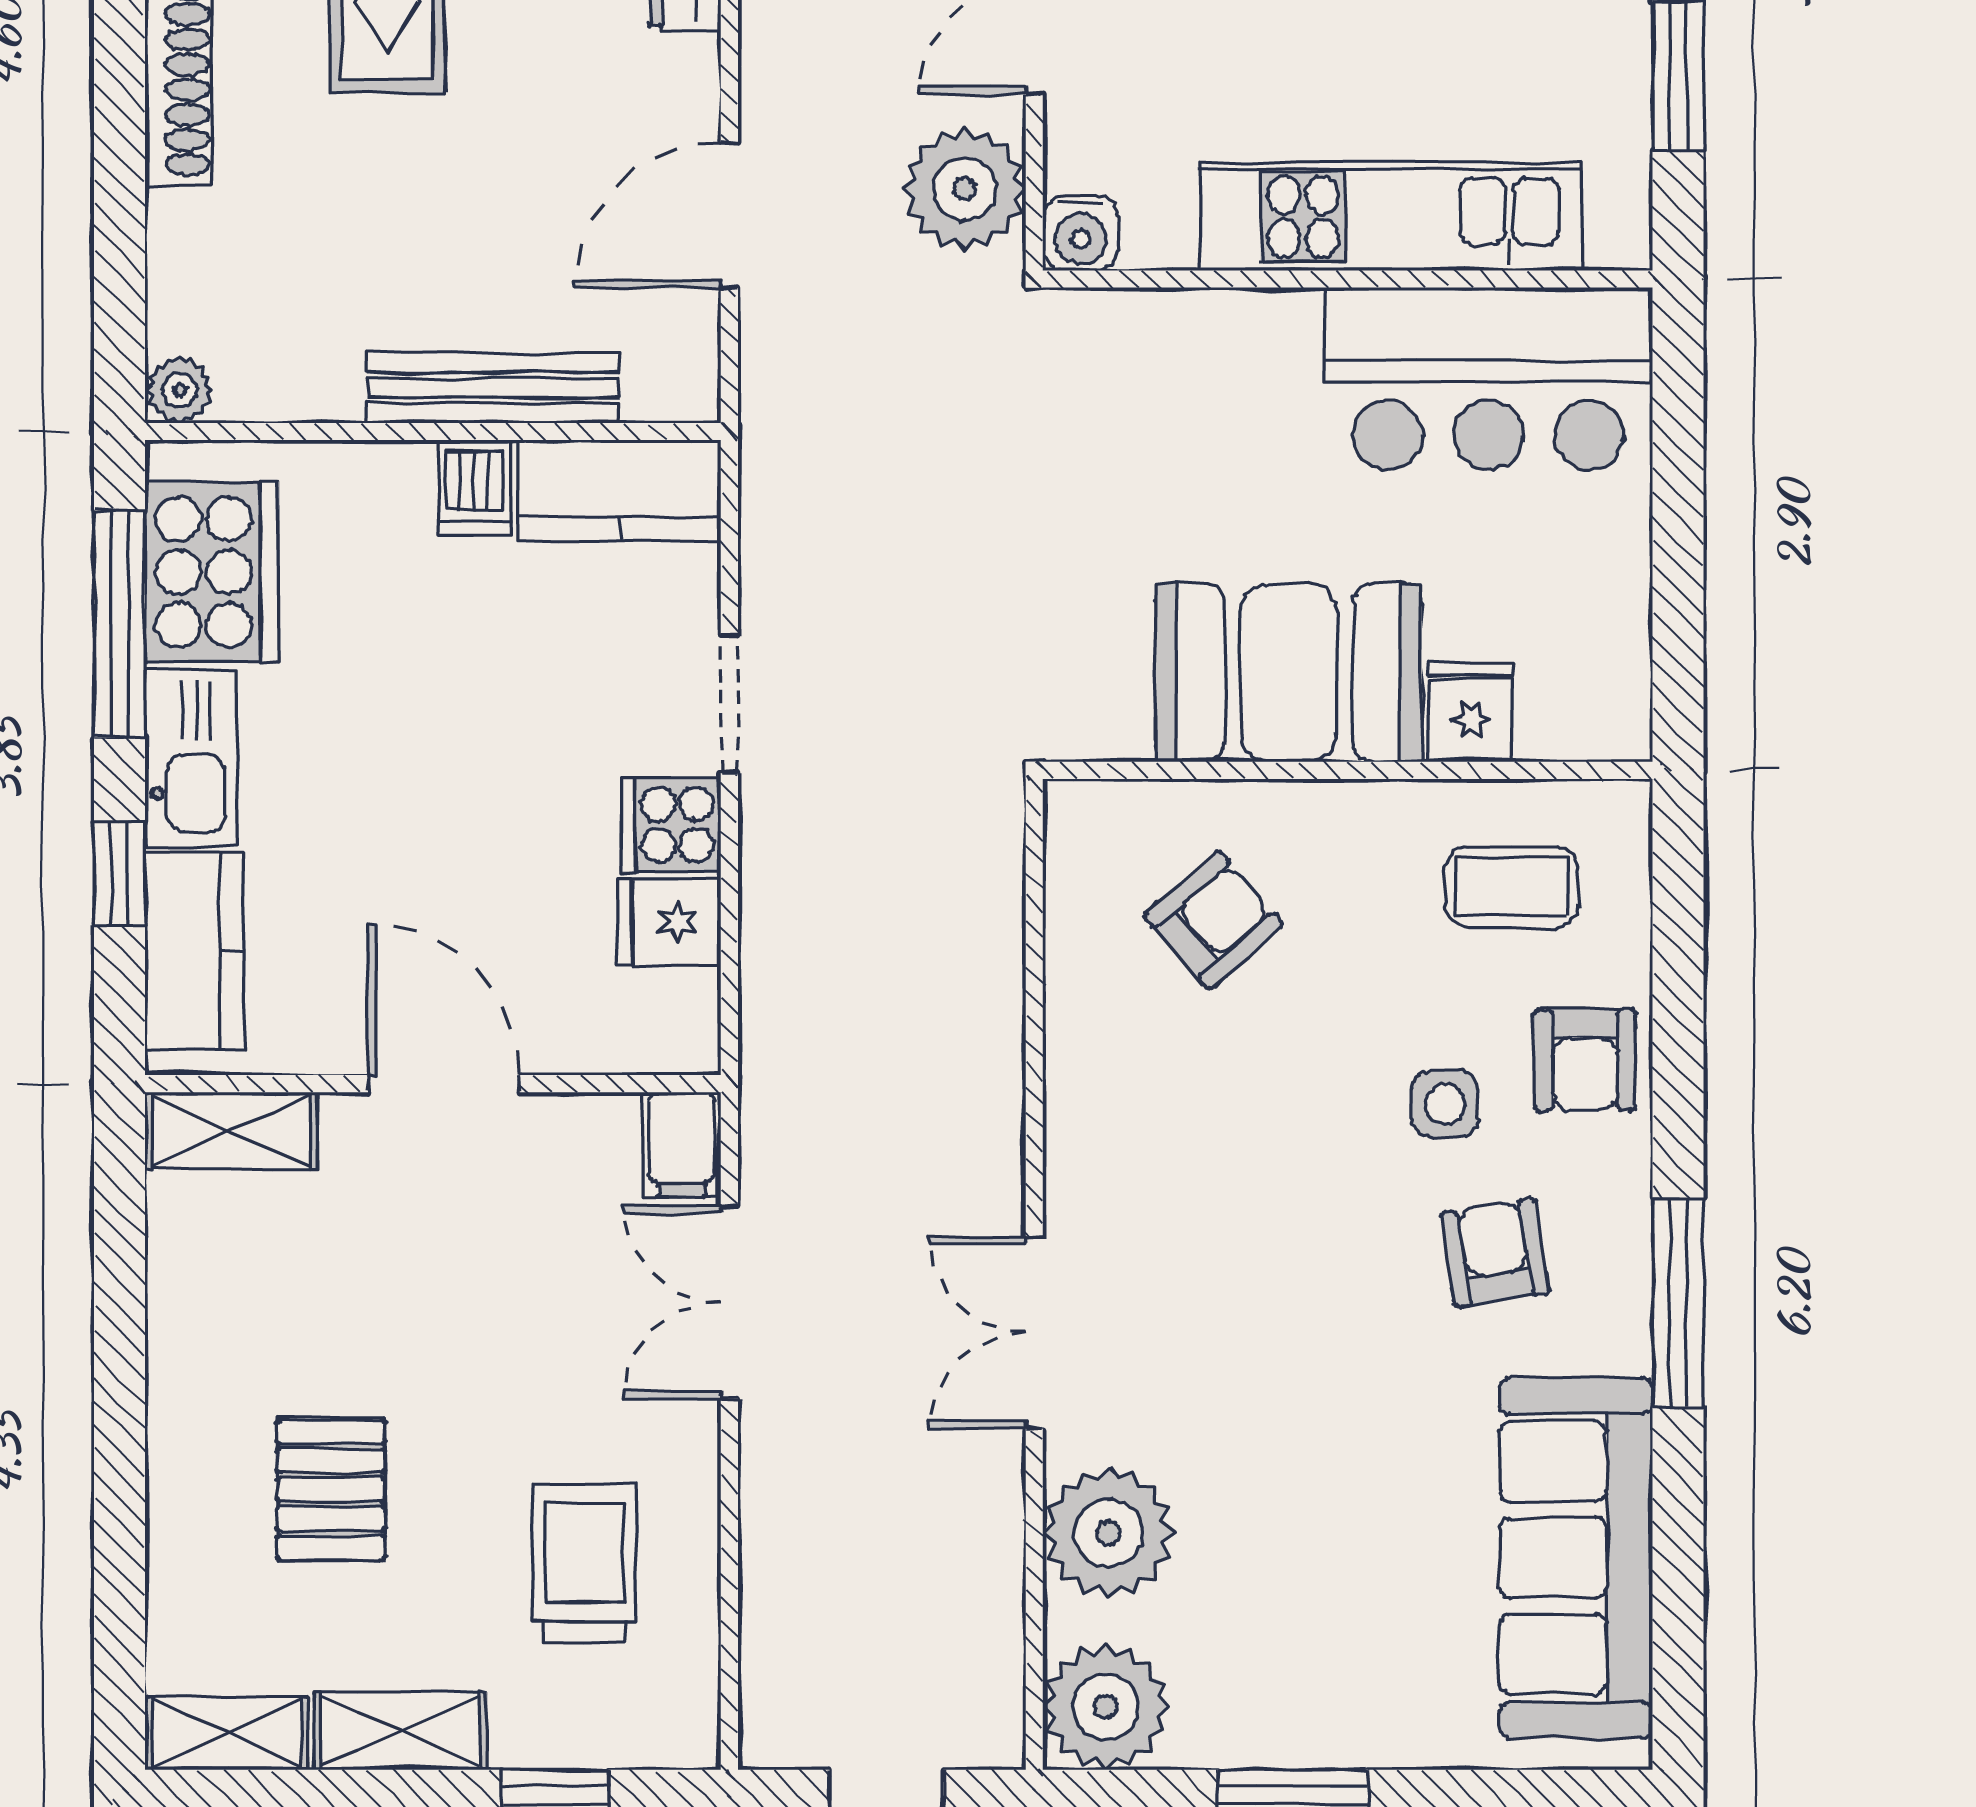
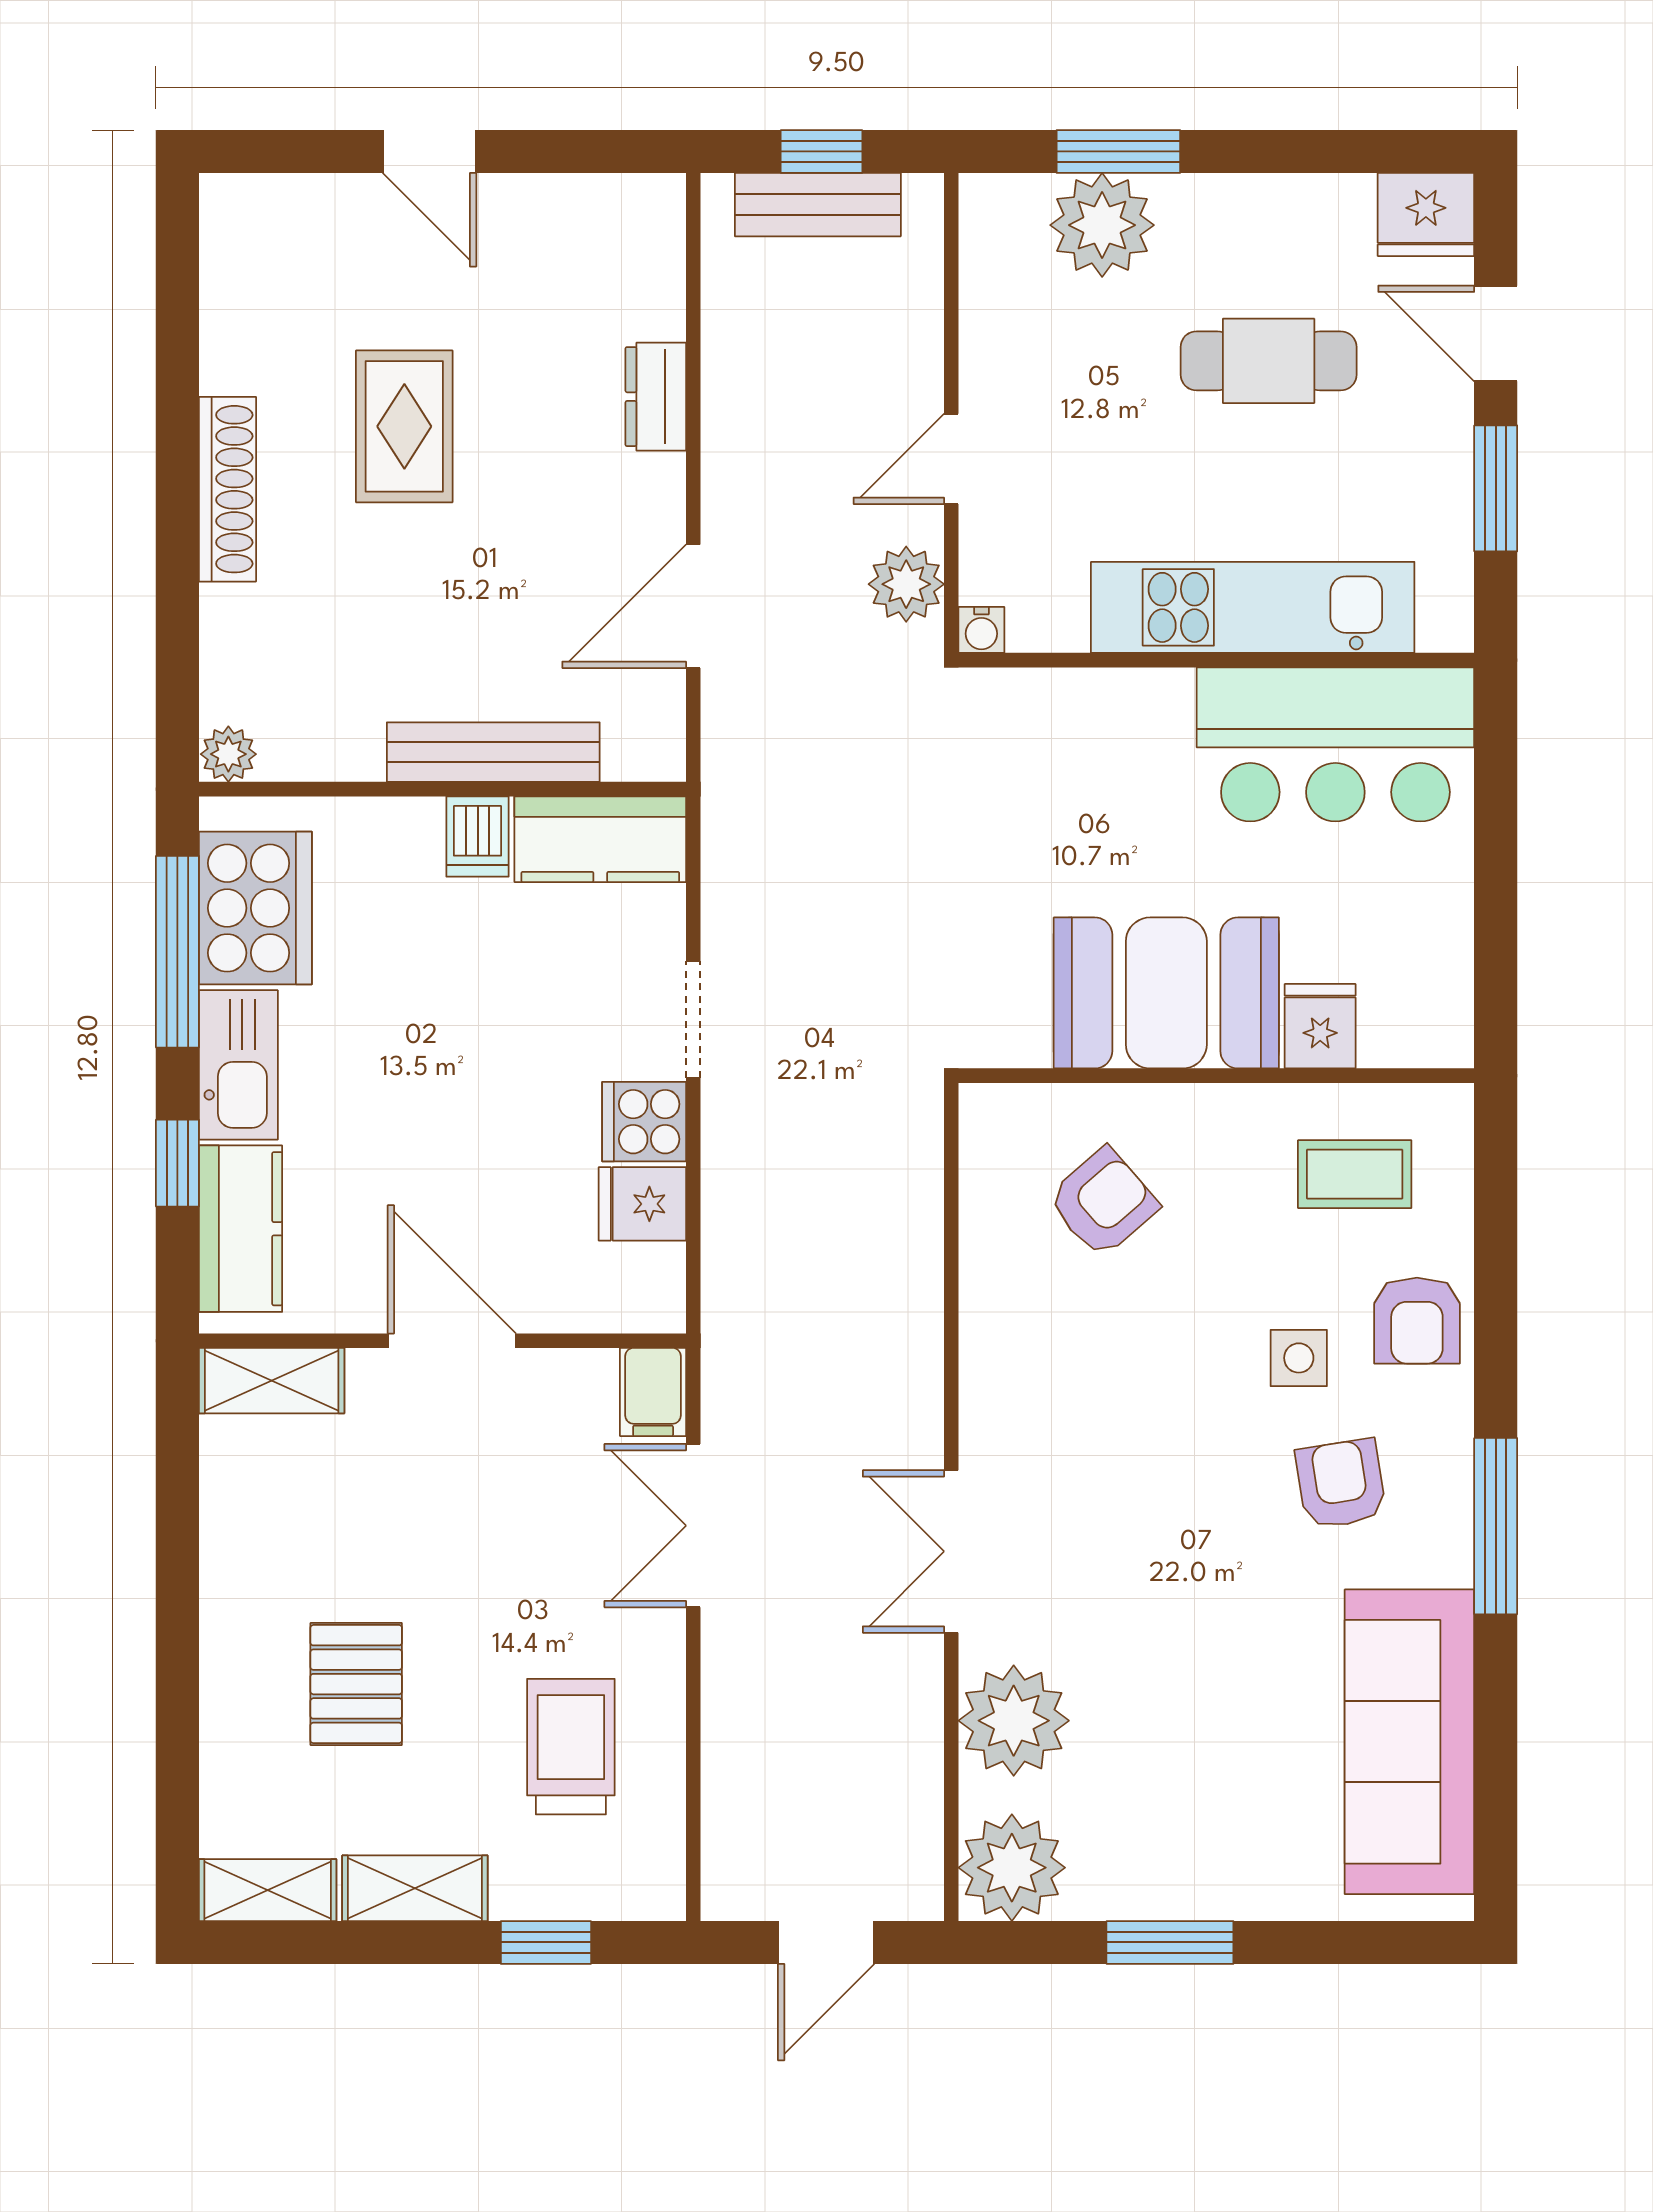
plant: (965, 189) -> (906, 584), width x0.73, depth x0.73
water cooler: (1080, 233) -> (981, 630), width x0.72, depth x0.72

